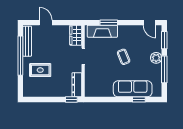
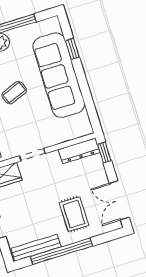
sofa: (133, 89) -> (59, 75), width x1.36, depth x1.27
double door: (40, 100) -> (119, 200), added

